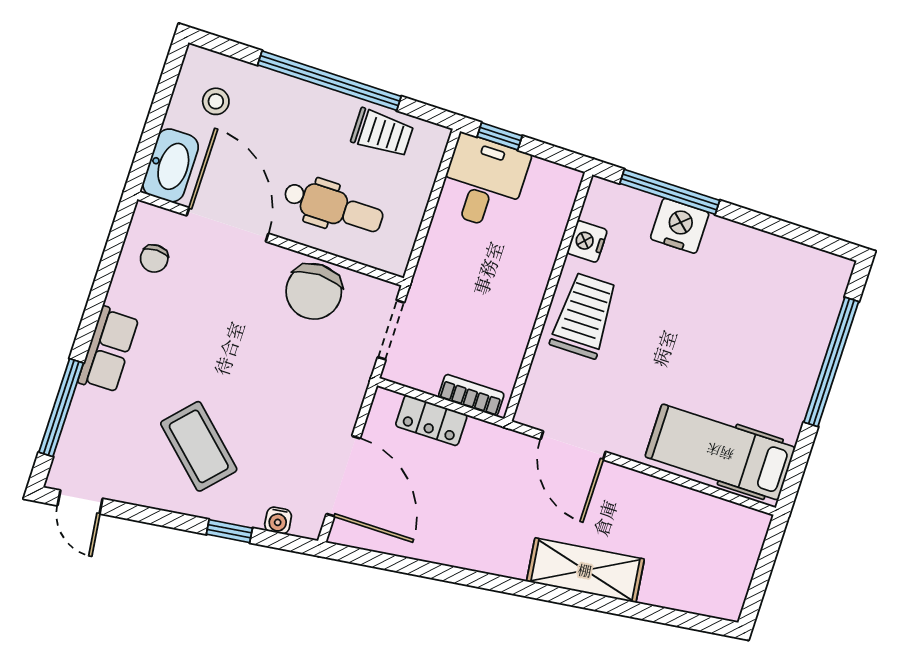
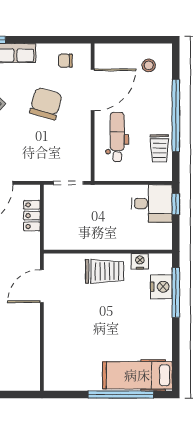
washbasin: (170, 165) -> (112, 54), removed
dental chair: (333, 207) -> (117, 137), turned 180
nightstand: (680, 226) -> (161, 287), moved
chair: (314, 291) -> (46, 104), moved, turned 106
bookcase: (471, 395) -> (50, 231), removed
hospital bed: (720, 452) -> (137, 375), moved, turned -90

